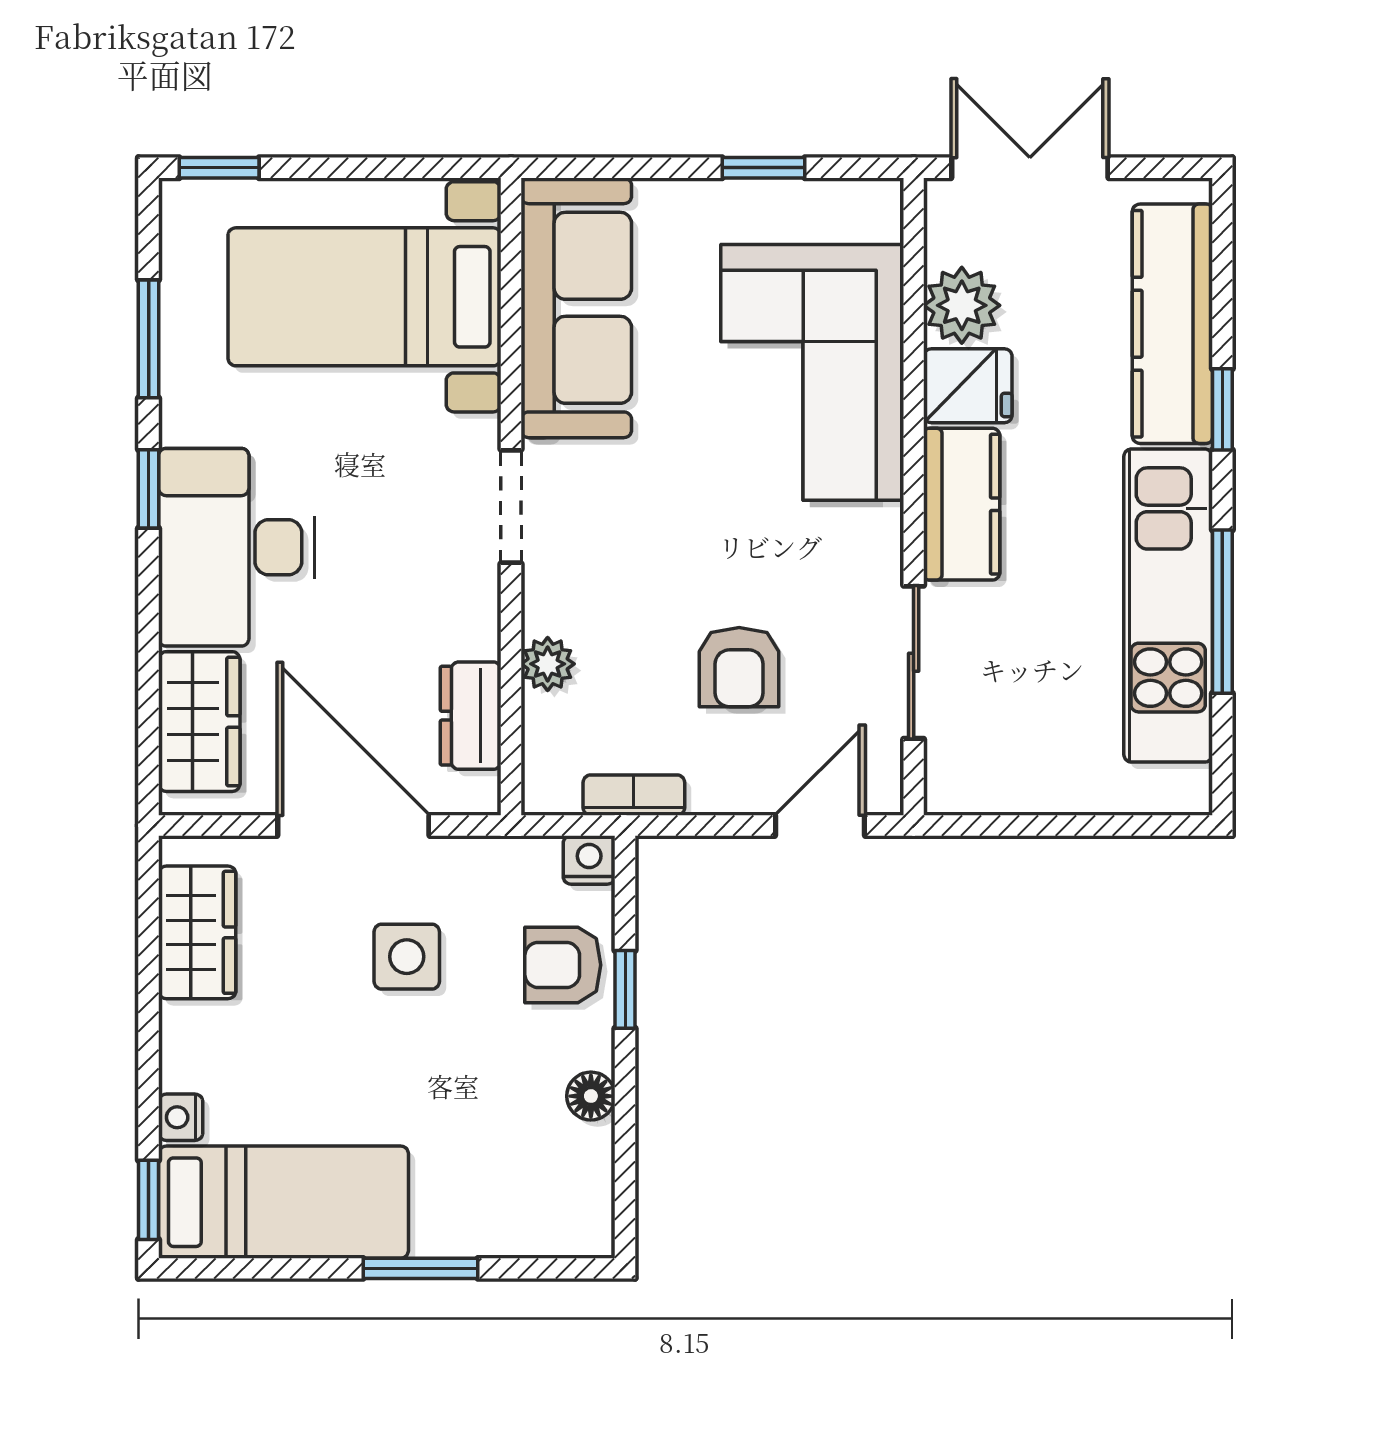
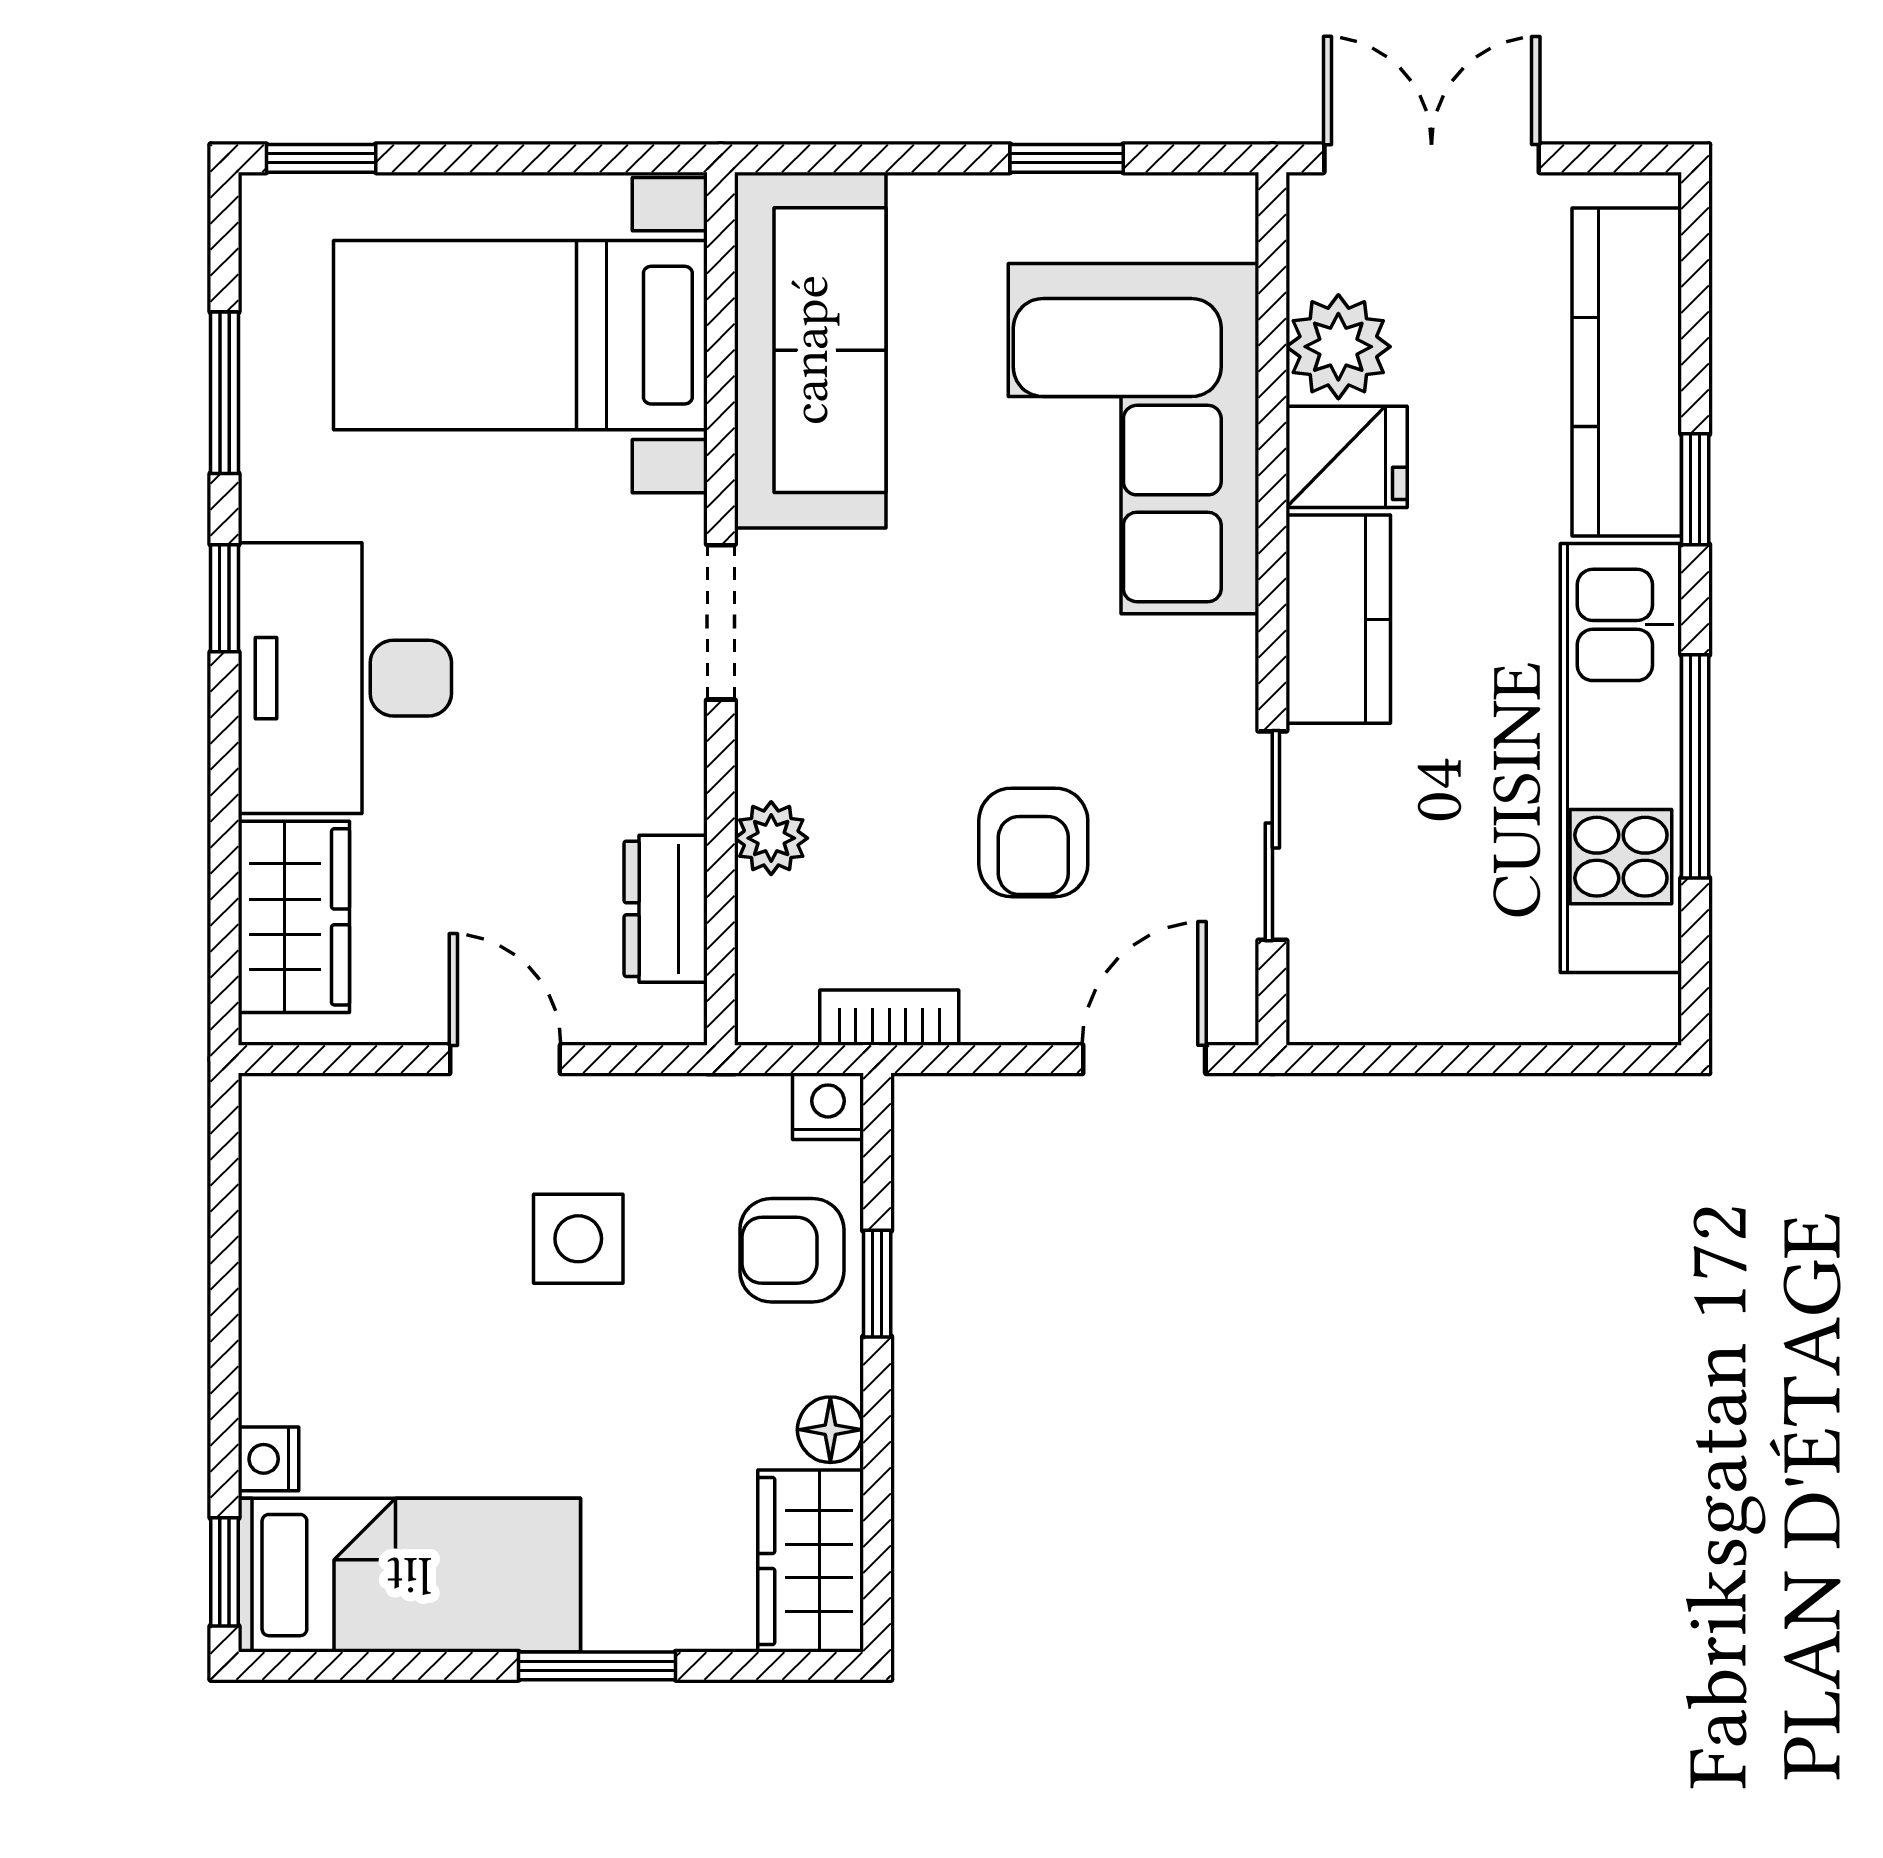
door: (353, 825) -> (505, 1059), width x0.53
wardrobe: (197, 932) -> (811, 1561), moved, turned 180

